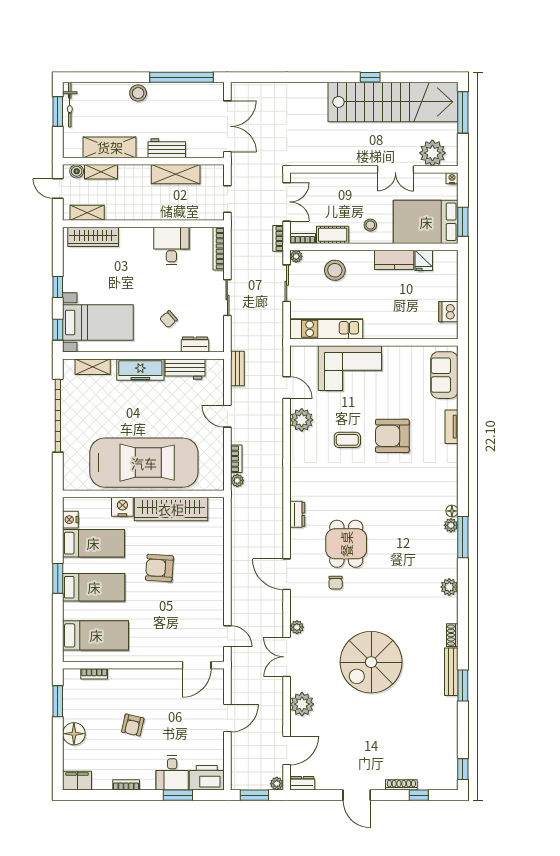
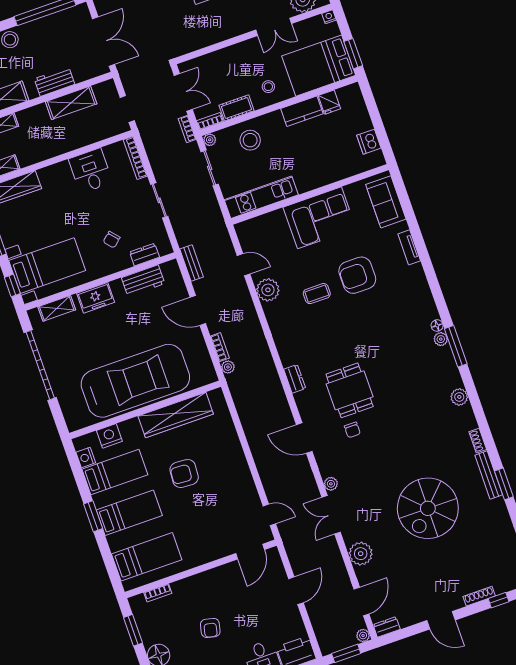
corner sofa: (350, 368) -> (319, 218), moved
freezer: (140, 370) -> (96, 298), width x0.71
door: (227, 416) -> (198, 310), width x1.38
nightstand: (122, 507) -> (109, 436), moved
spiral stairs: (371, 662) -> (428, 508), moved

